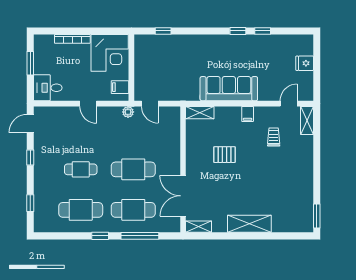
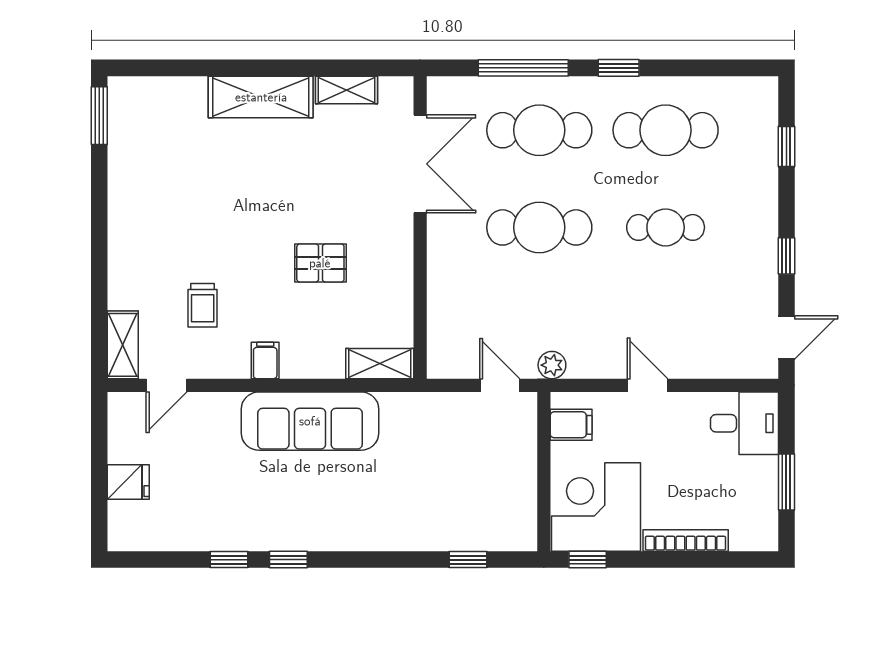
window: (113, 31) -> (588, 560), added
shelving: (199, 227) -> (346, 90), moved

